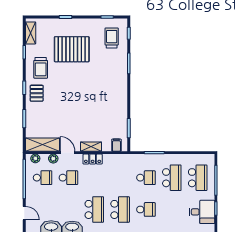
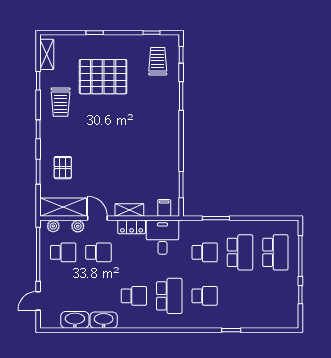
pallet: (37, 93) -> (63, 168), moved
school desk: (94, 209) -> (134, 296), width x0.54
desk: (202, 212) -> (162, 237), moved, turned -90
door: (24, 213) -> (38, 301), swing flipped

